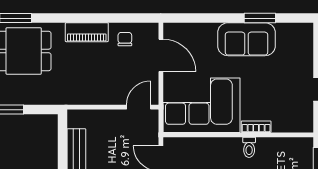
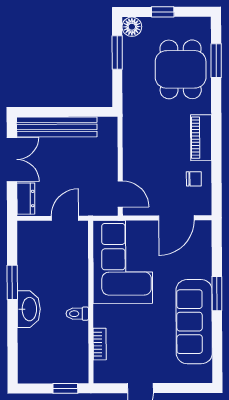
window: (260, 18) -> (217, 294), moved
sofa: (246, 39) -> (194, 322), width x1.36
bookcase: (256, 127) -> (100, 344), moved

